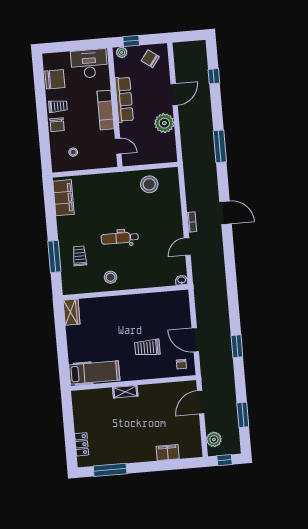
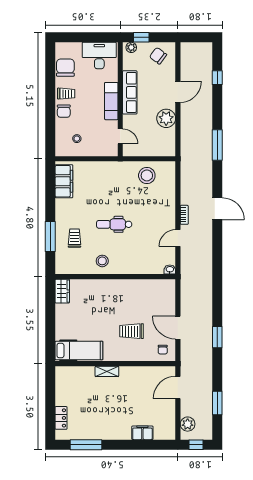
chair: (55, 79) -> (65, 68), turned -90

